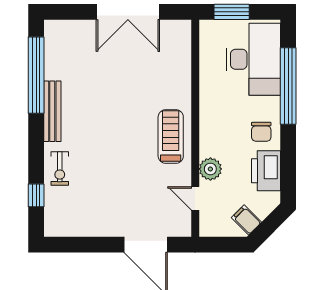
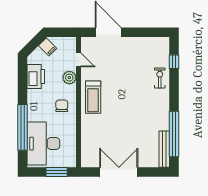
bench: (52, 111) -> (164, 149), moved
chair: (261, 132) -> (62, 106), moved

